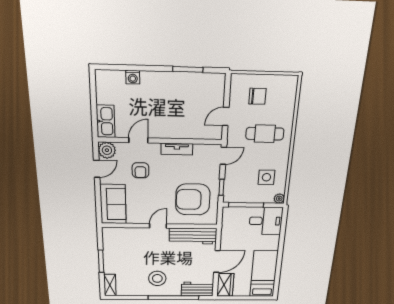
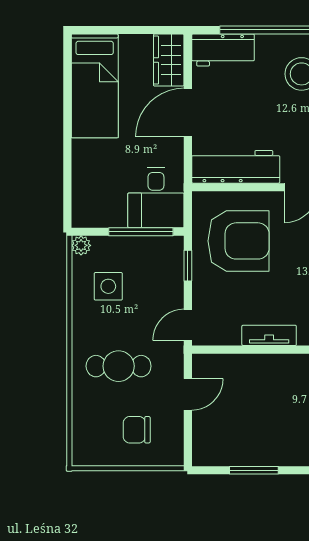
desk: (266, 221) -> (156, 198), moved, turned -90

